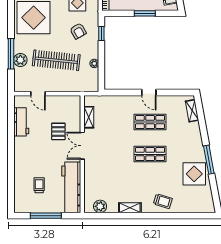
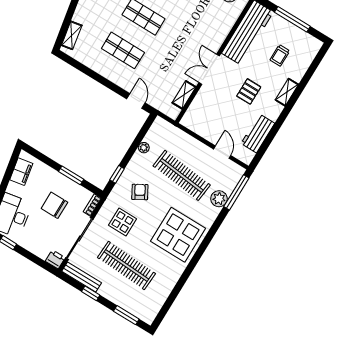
window: (145, 13) -> (71, 175), moved
window: (11, 54) -> (236, 192), moved
door: (149, 92) -> (136, 101), moved
pallet: (58, 131) -> (249, 91), moved
double door: (82, 146) -> (209, 69), swing flipped
shelving: (19, 163) -> (287, 92), added

